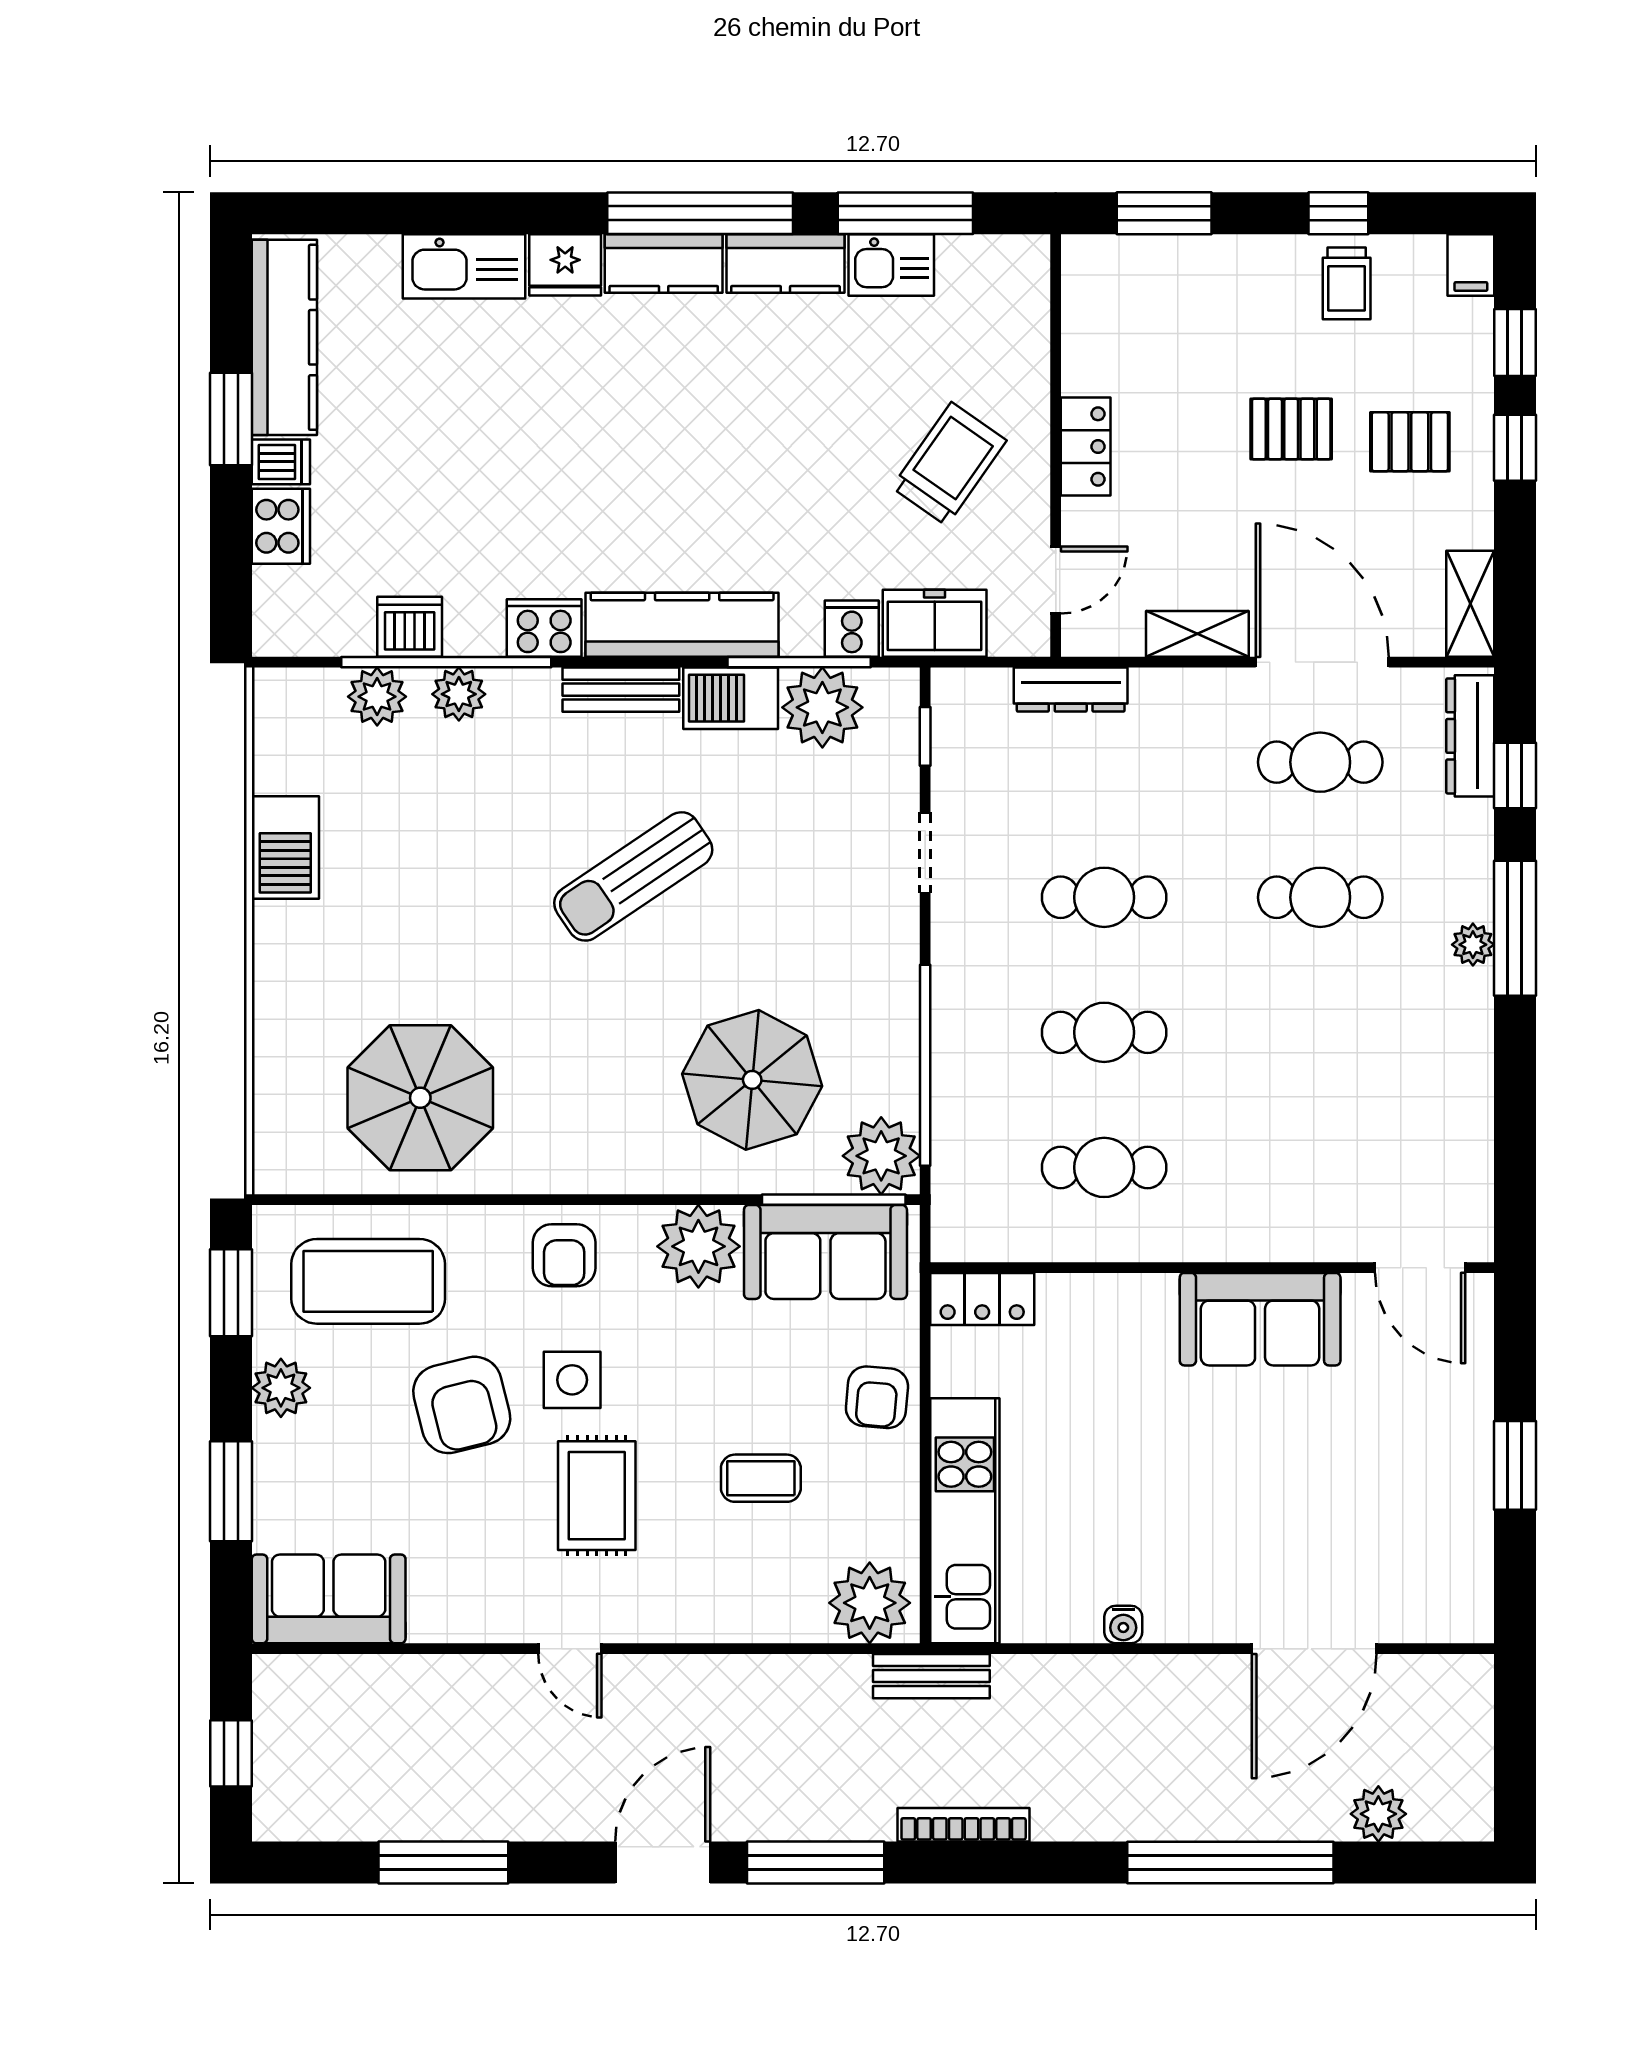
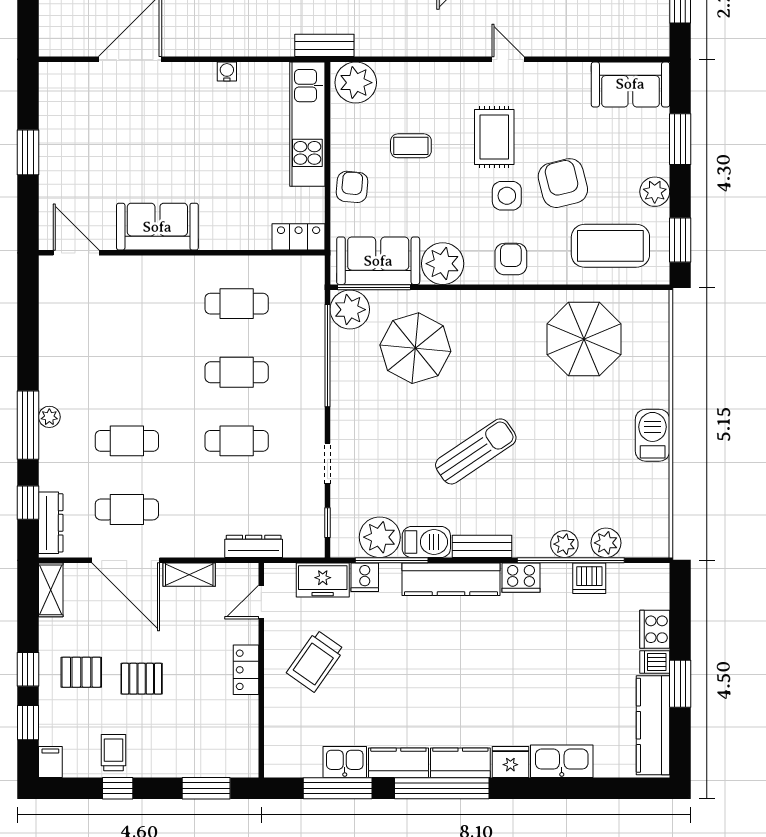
barbecue: (285, 848) -> (653, 435), moved

